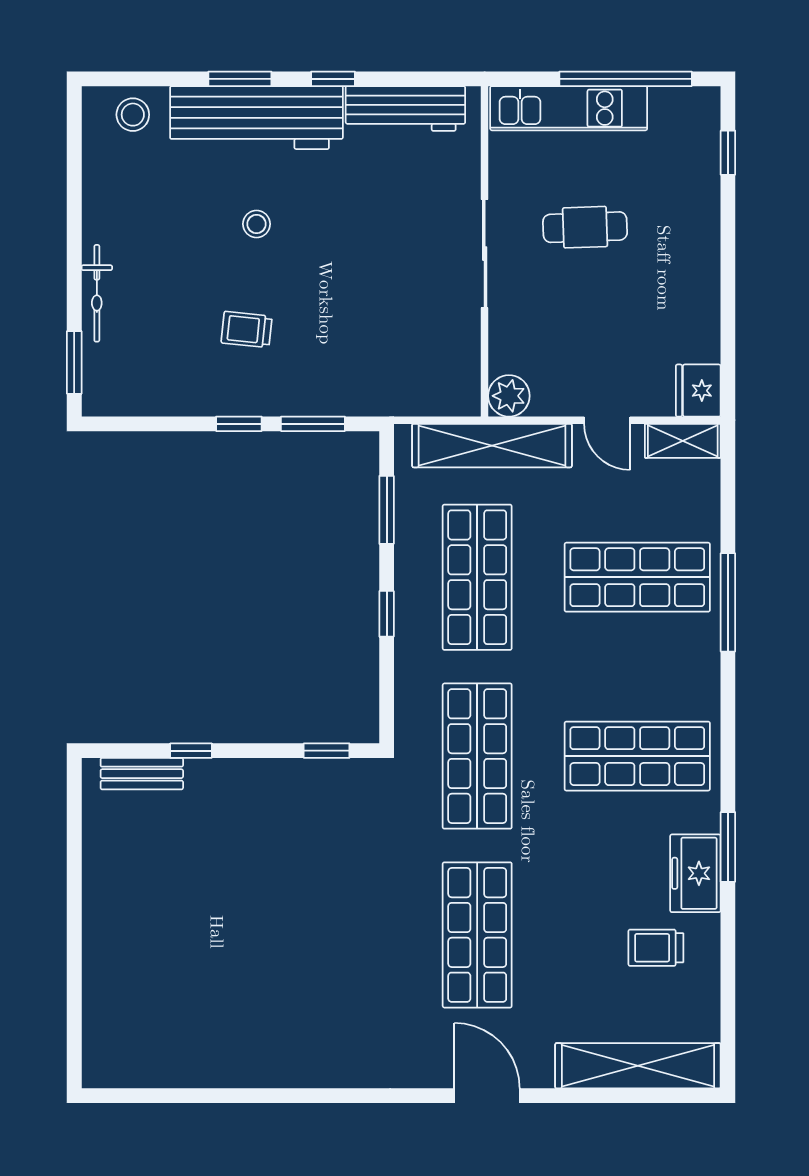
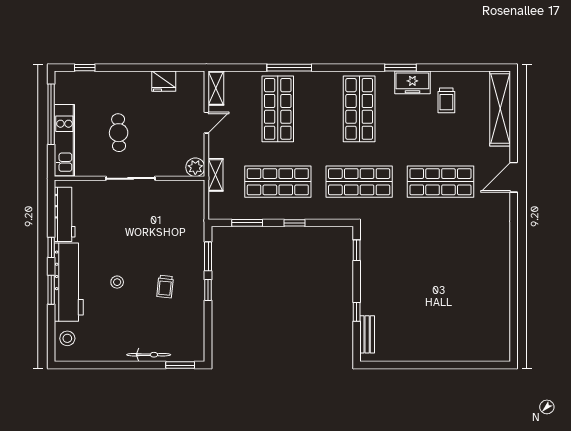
fridge: (698, 391) -> (164, 81), moved
shelving: (492, 446) -> (215, 175), width x0.45, depth x0.75

